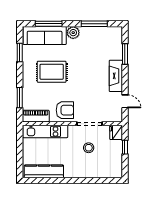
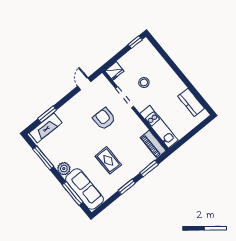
window: (20, 53) -> (127, 187), moved
rug: (52, 72) -> (108, 160), width x0.73, depth x0.70
fireplace: (116, 76) -> (46, 128), moved
armchair: (65, 110) -> (104, 119), moved
window: (125, 147) -> (135, 42), moved
kitchen counter: (44, 171) -> (191, 102), width x0.67

